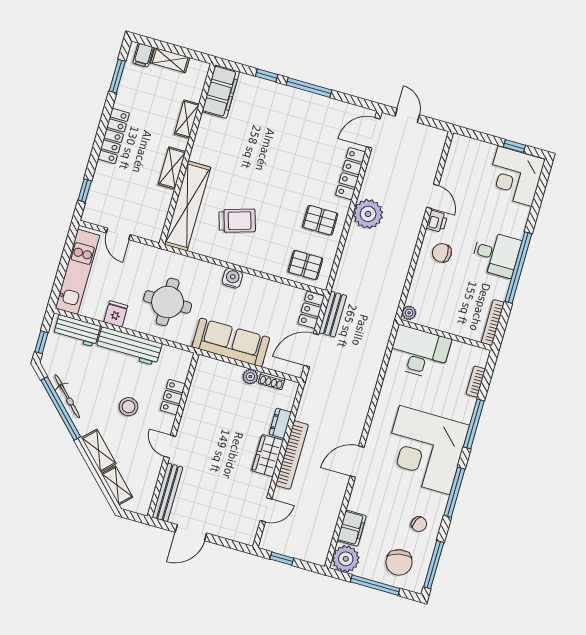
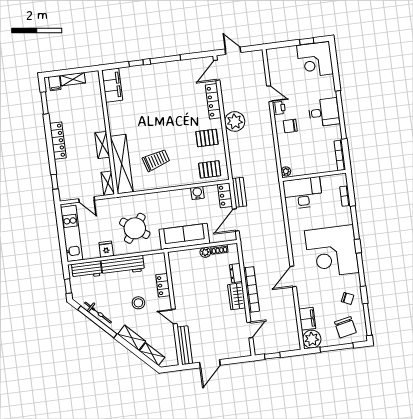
shelving: (187, 119) -> (108, 183), moved
water cooler: (232, 278) -> (197, 193), moved
round table: (168, 302) -> (135, 228), turned 36

